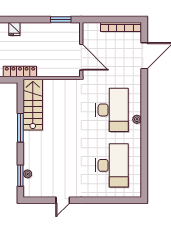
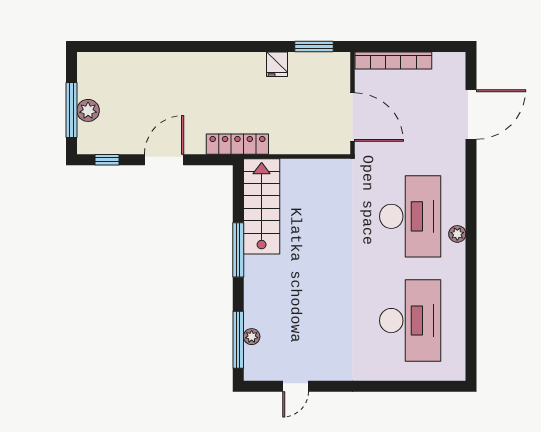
bookcase: (121, 27) -> (393, 61), moved
fridge: (14, 29) -> (277, 64), moved
window: (20, 176) -> (238, 340), width x1.44
door: (63, 200) -> (296, 386), moved

